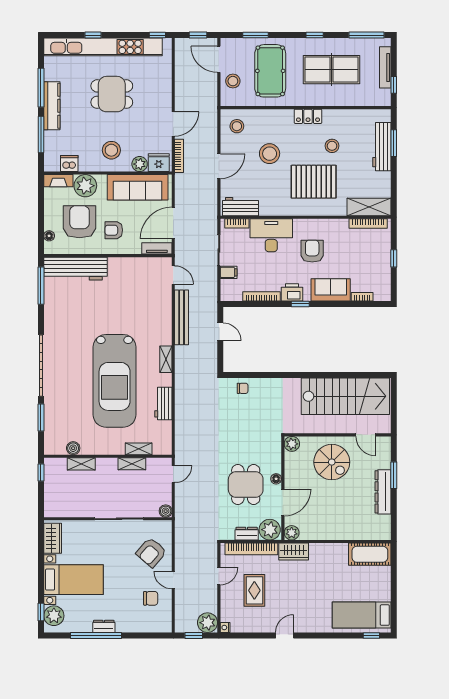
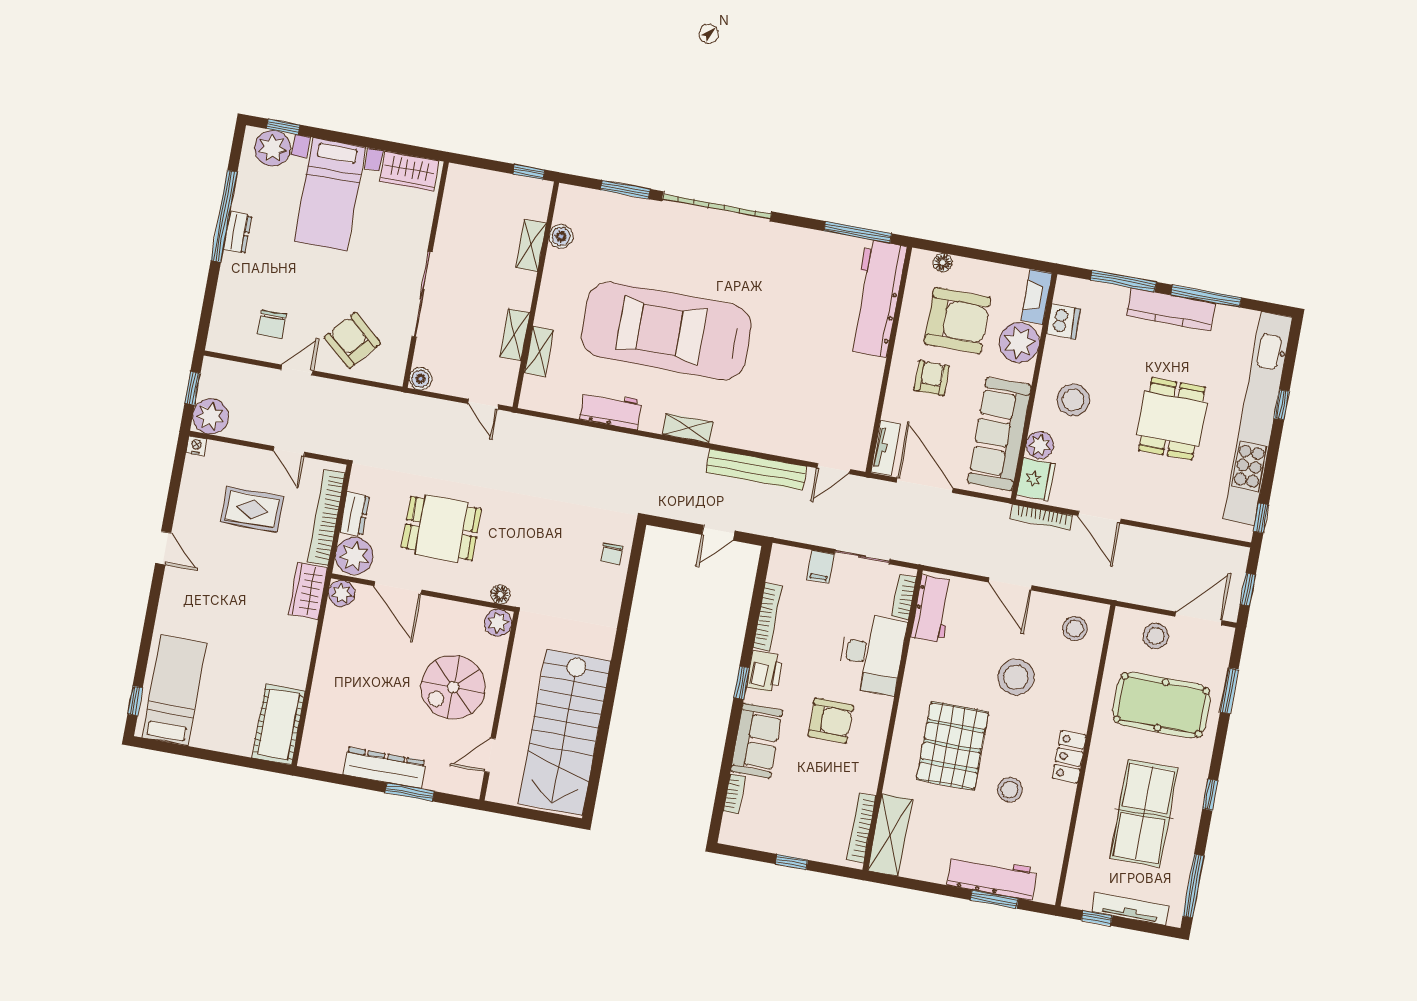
floor lamp: (276, 479) -> (500, 594), moved

